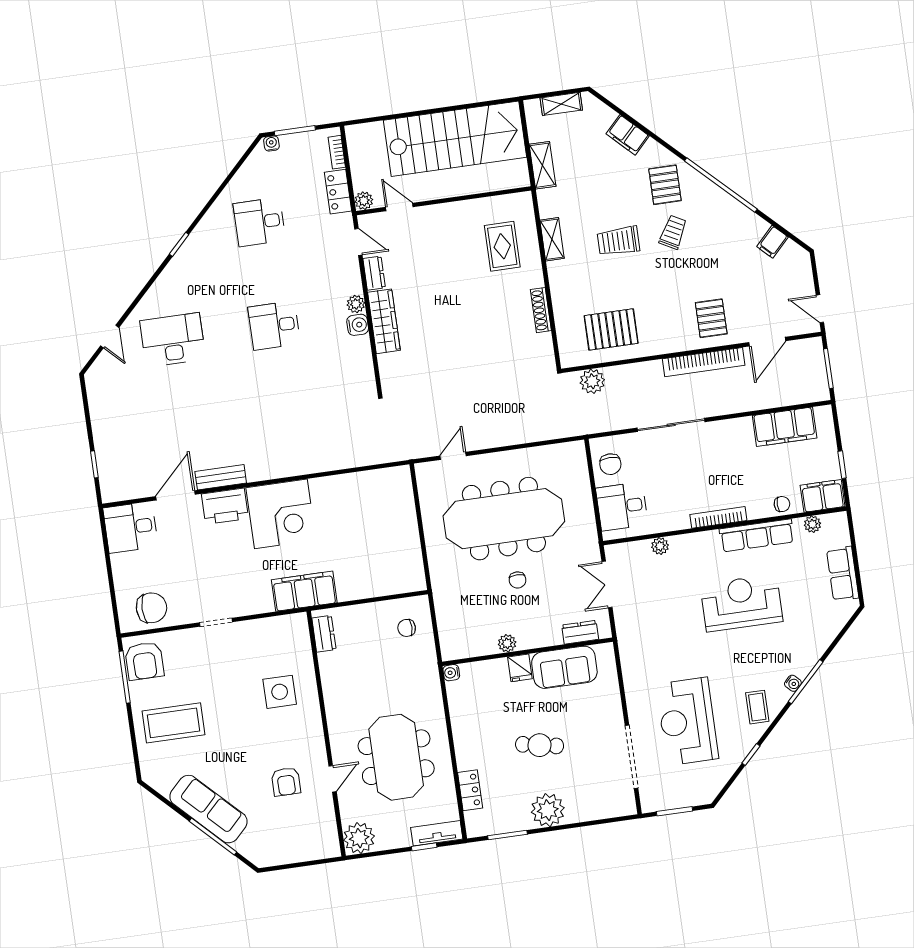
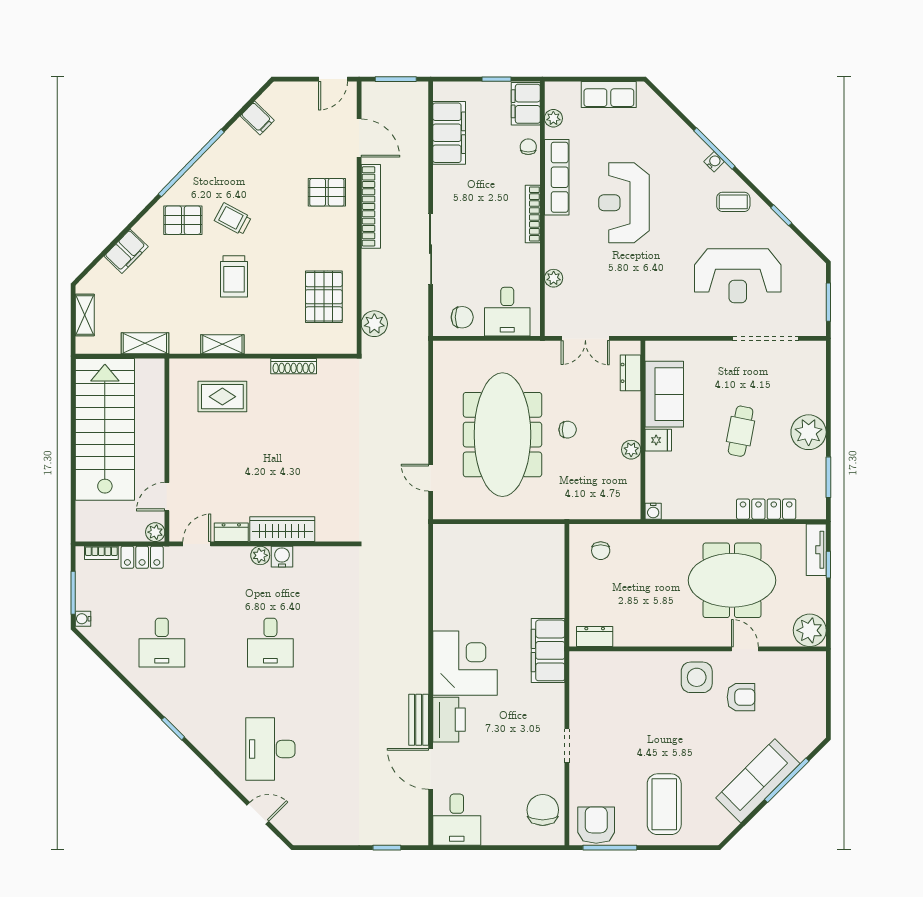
armchair: (144, 661) -> (596, 825), turned -90
side table: (280, 692) -> (697, 677), moved
locker: (470, 790) -> (766, 509), width x1.53

